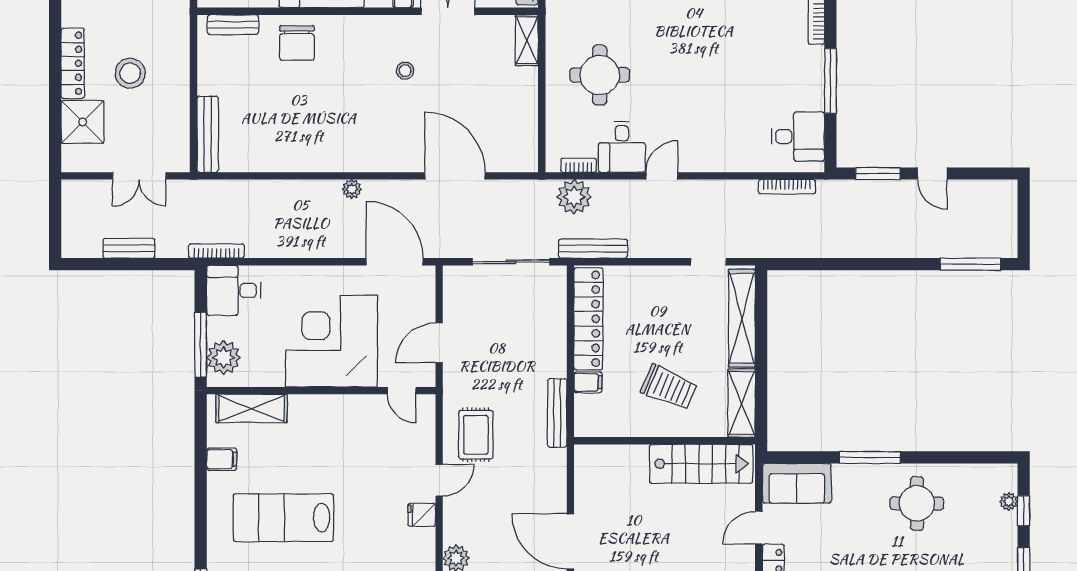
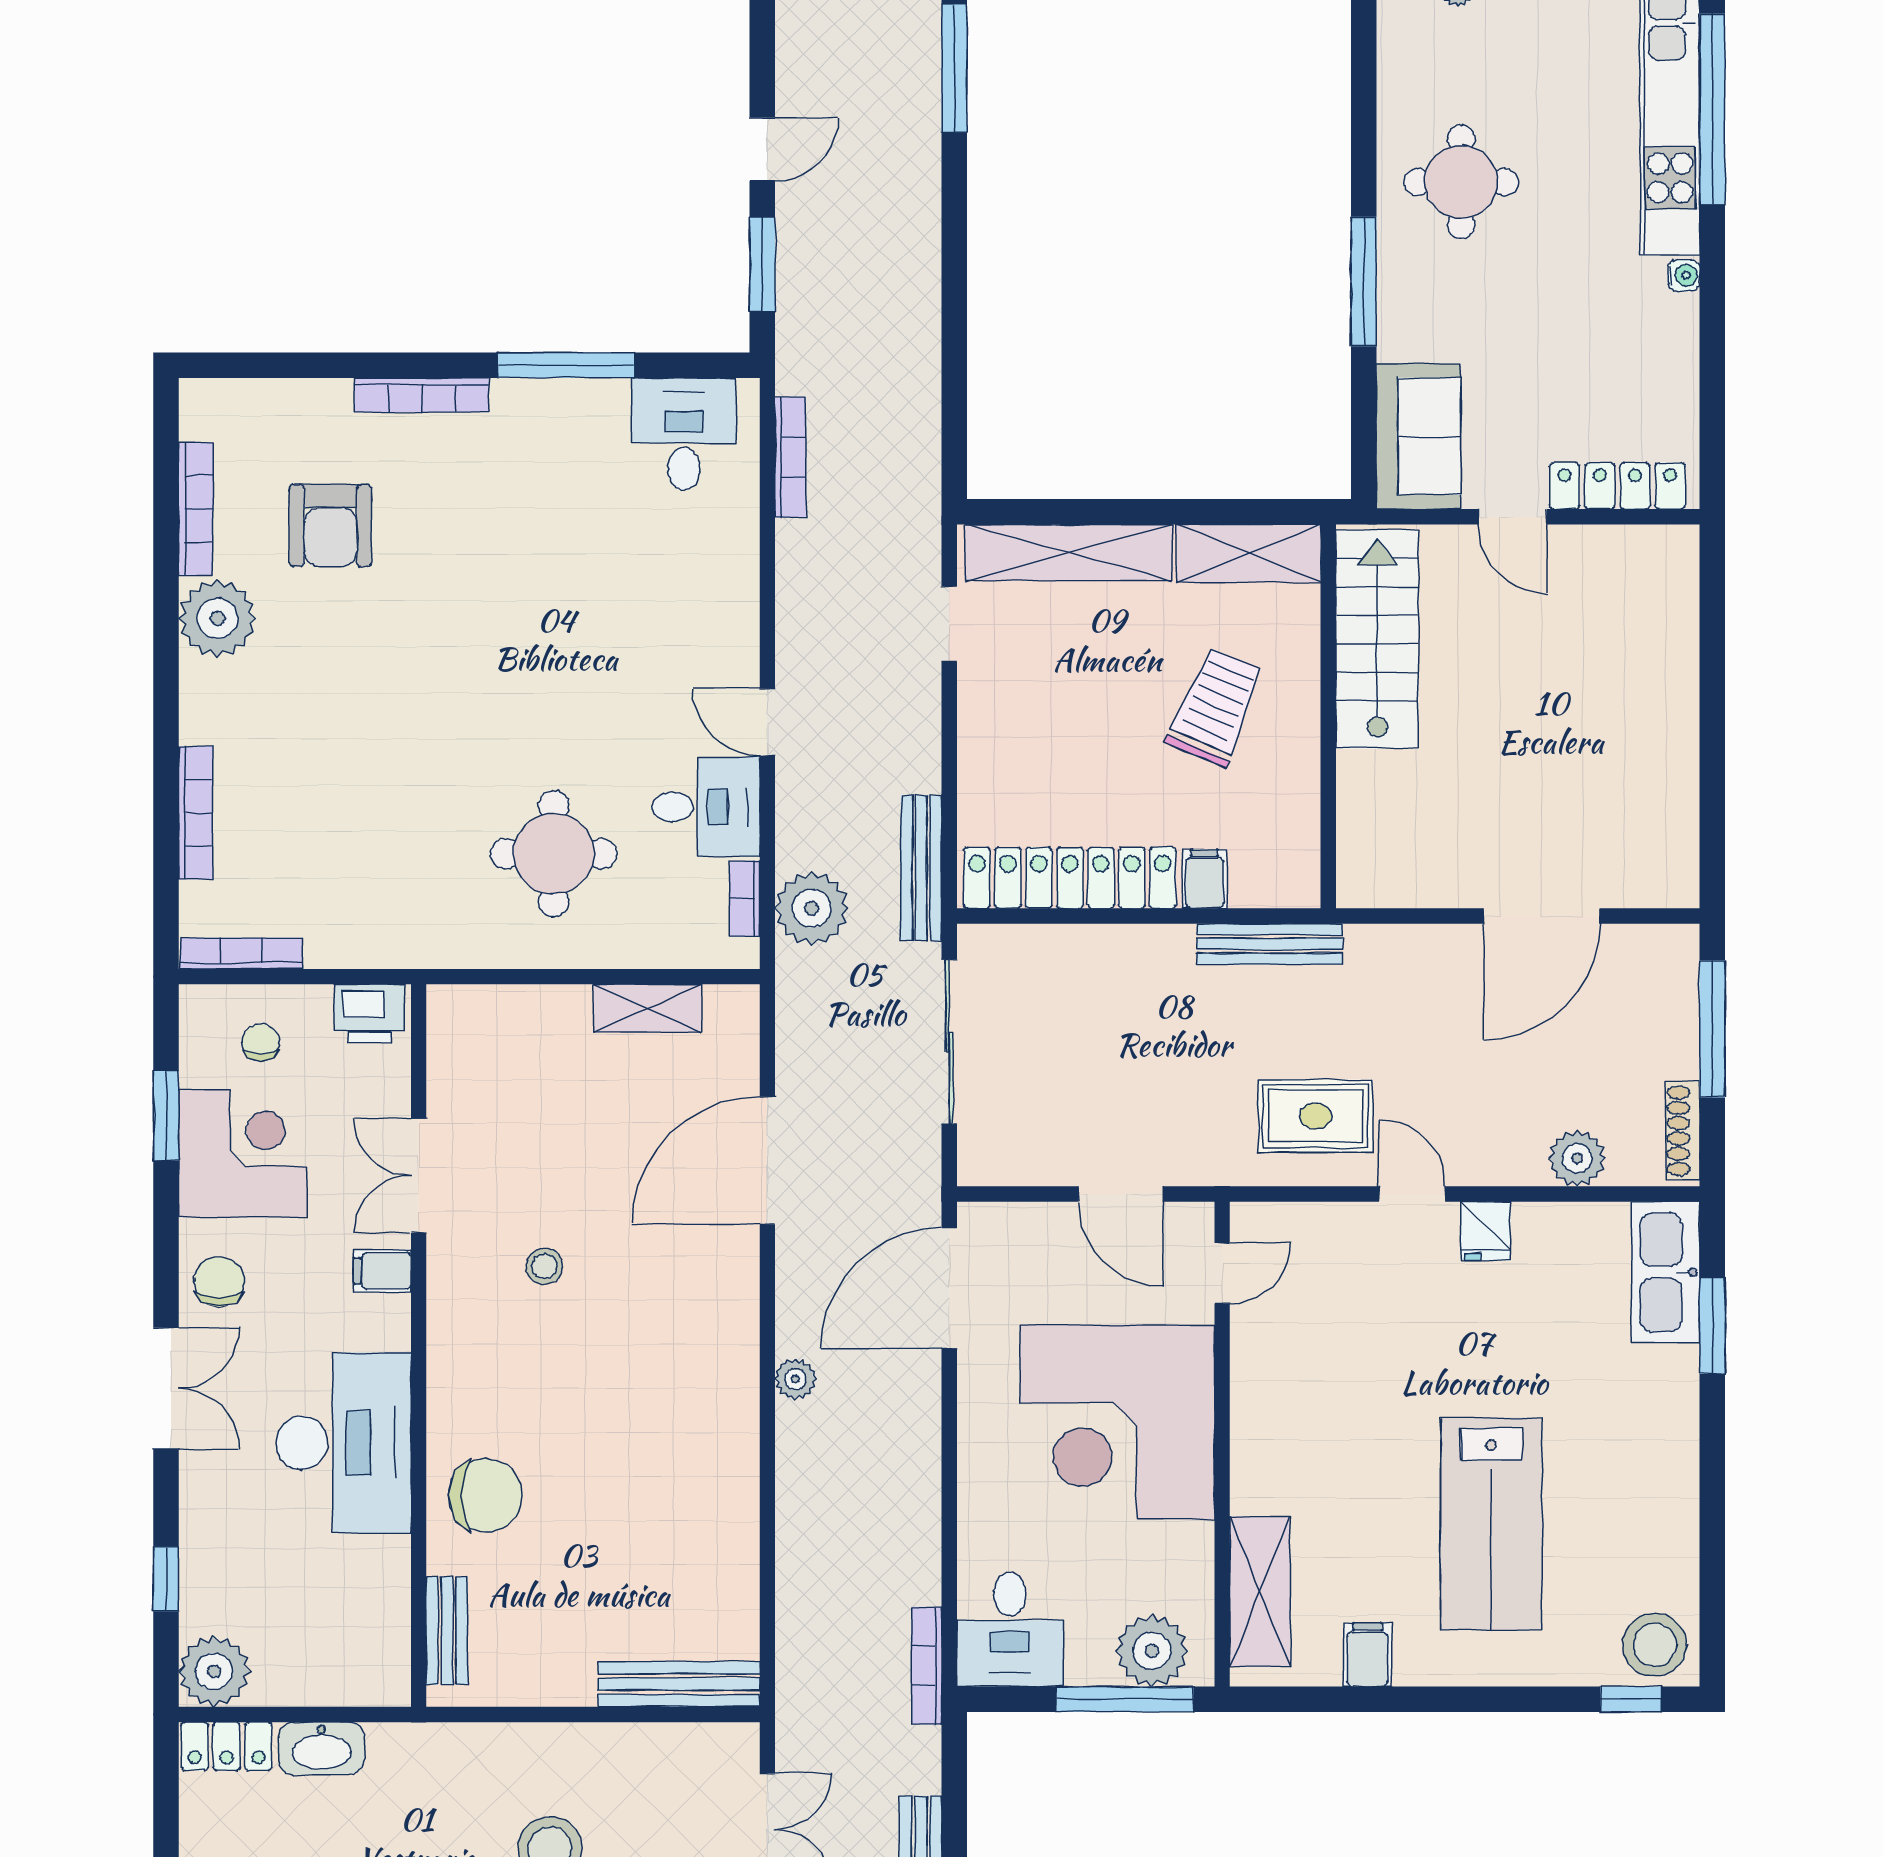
shelving: (527, 40) -> (648, 1008), moved

